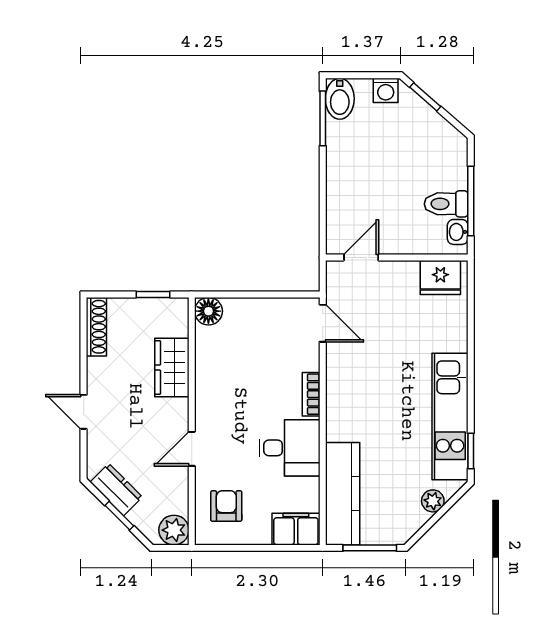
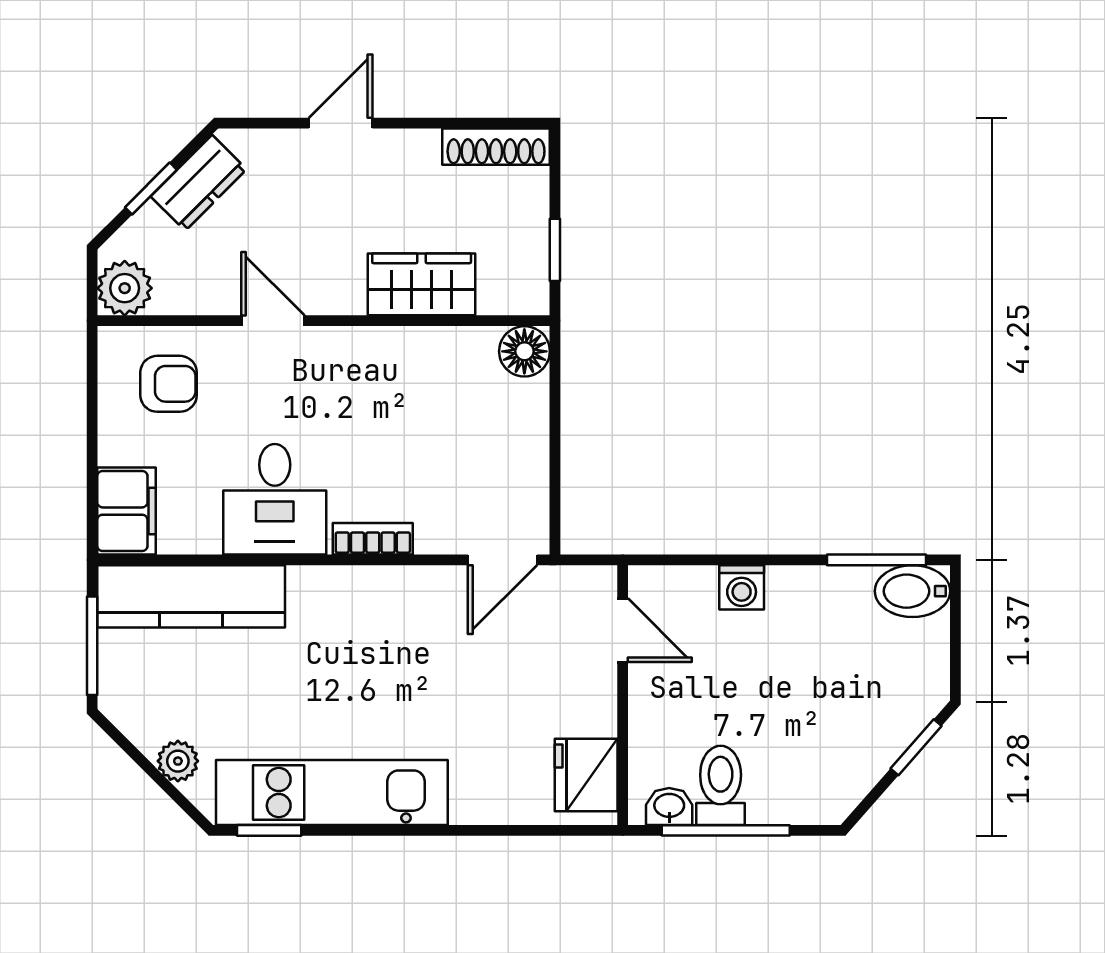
washing machine: (386, 90) -> (742, 587), moved, turned -90

